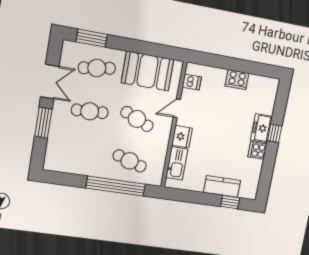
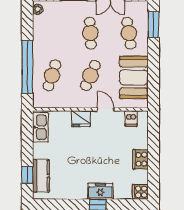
cooker: (257, 150) -> (140, 192), moved, turned -90
kitchen sink: (177, 163) -> (40, 127), moved, turned -90
plant: (53, 166) -> (38, 9), added
kitchen counter: (222, 186) -> (41, 176), moved

